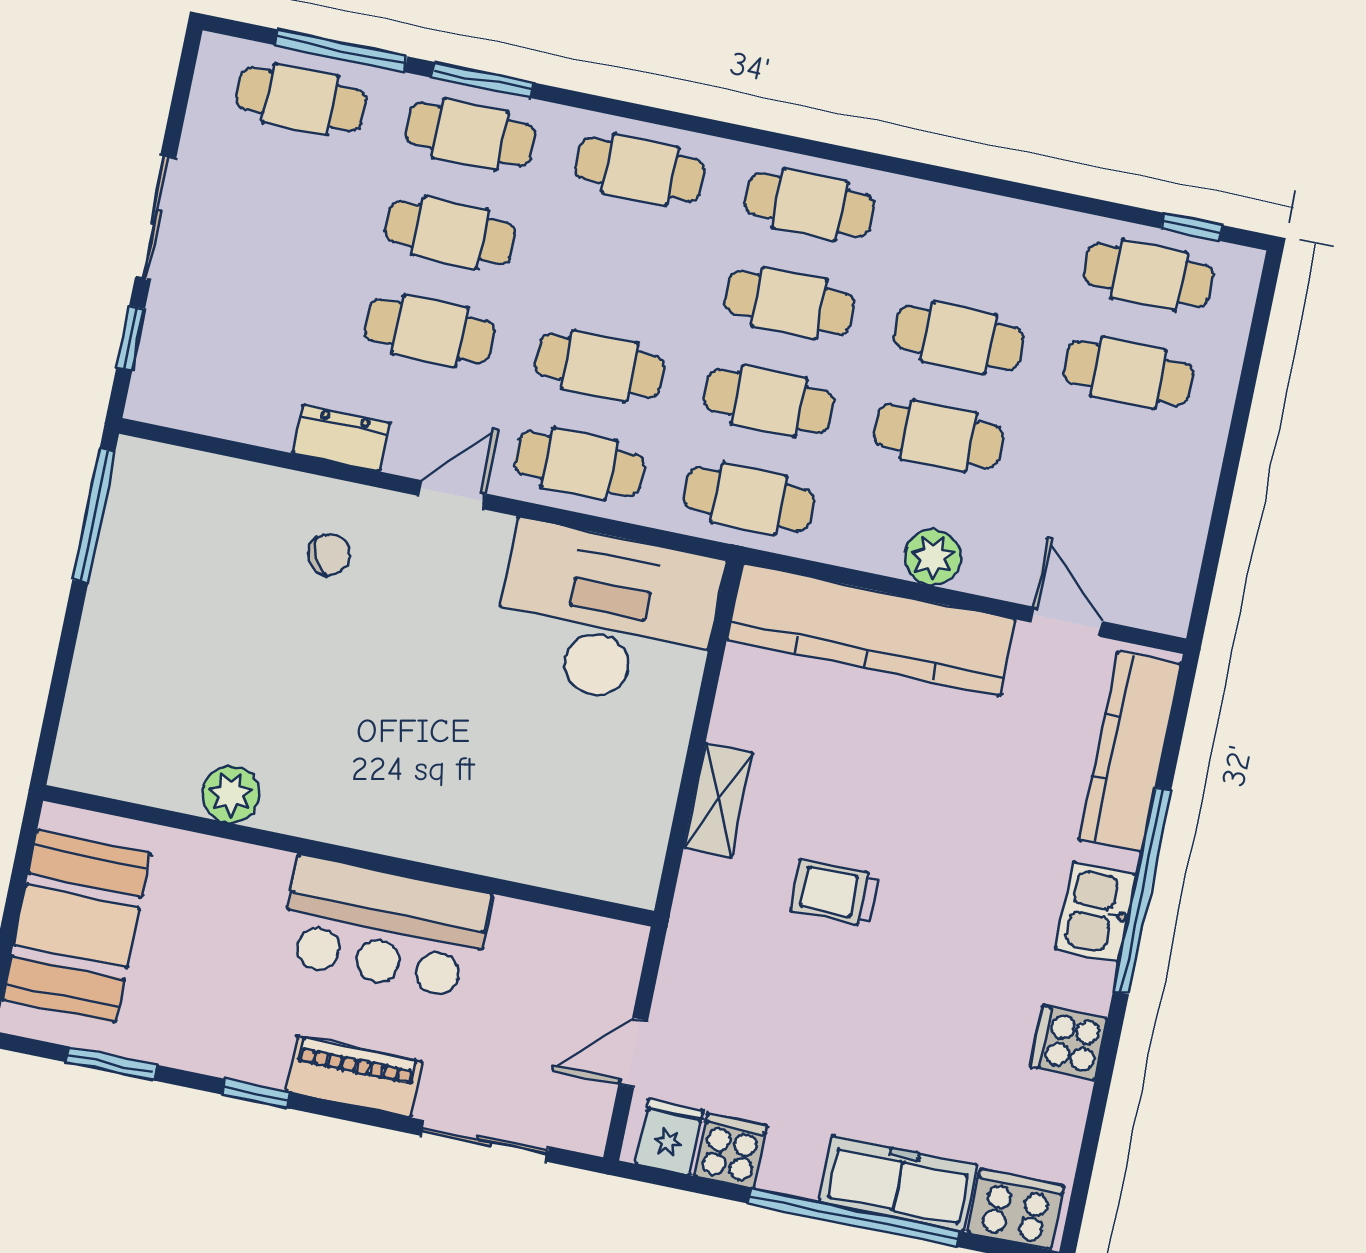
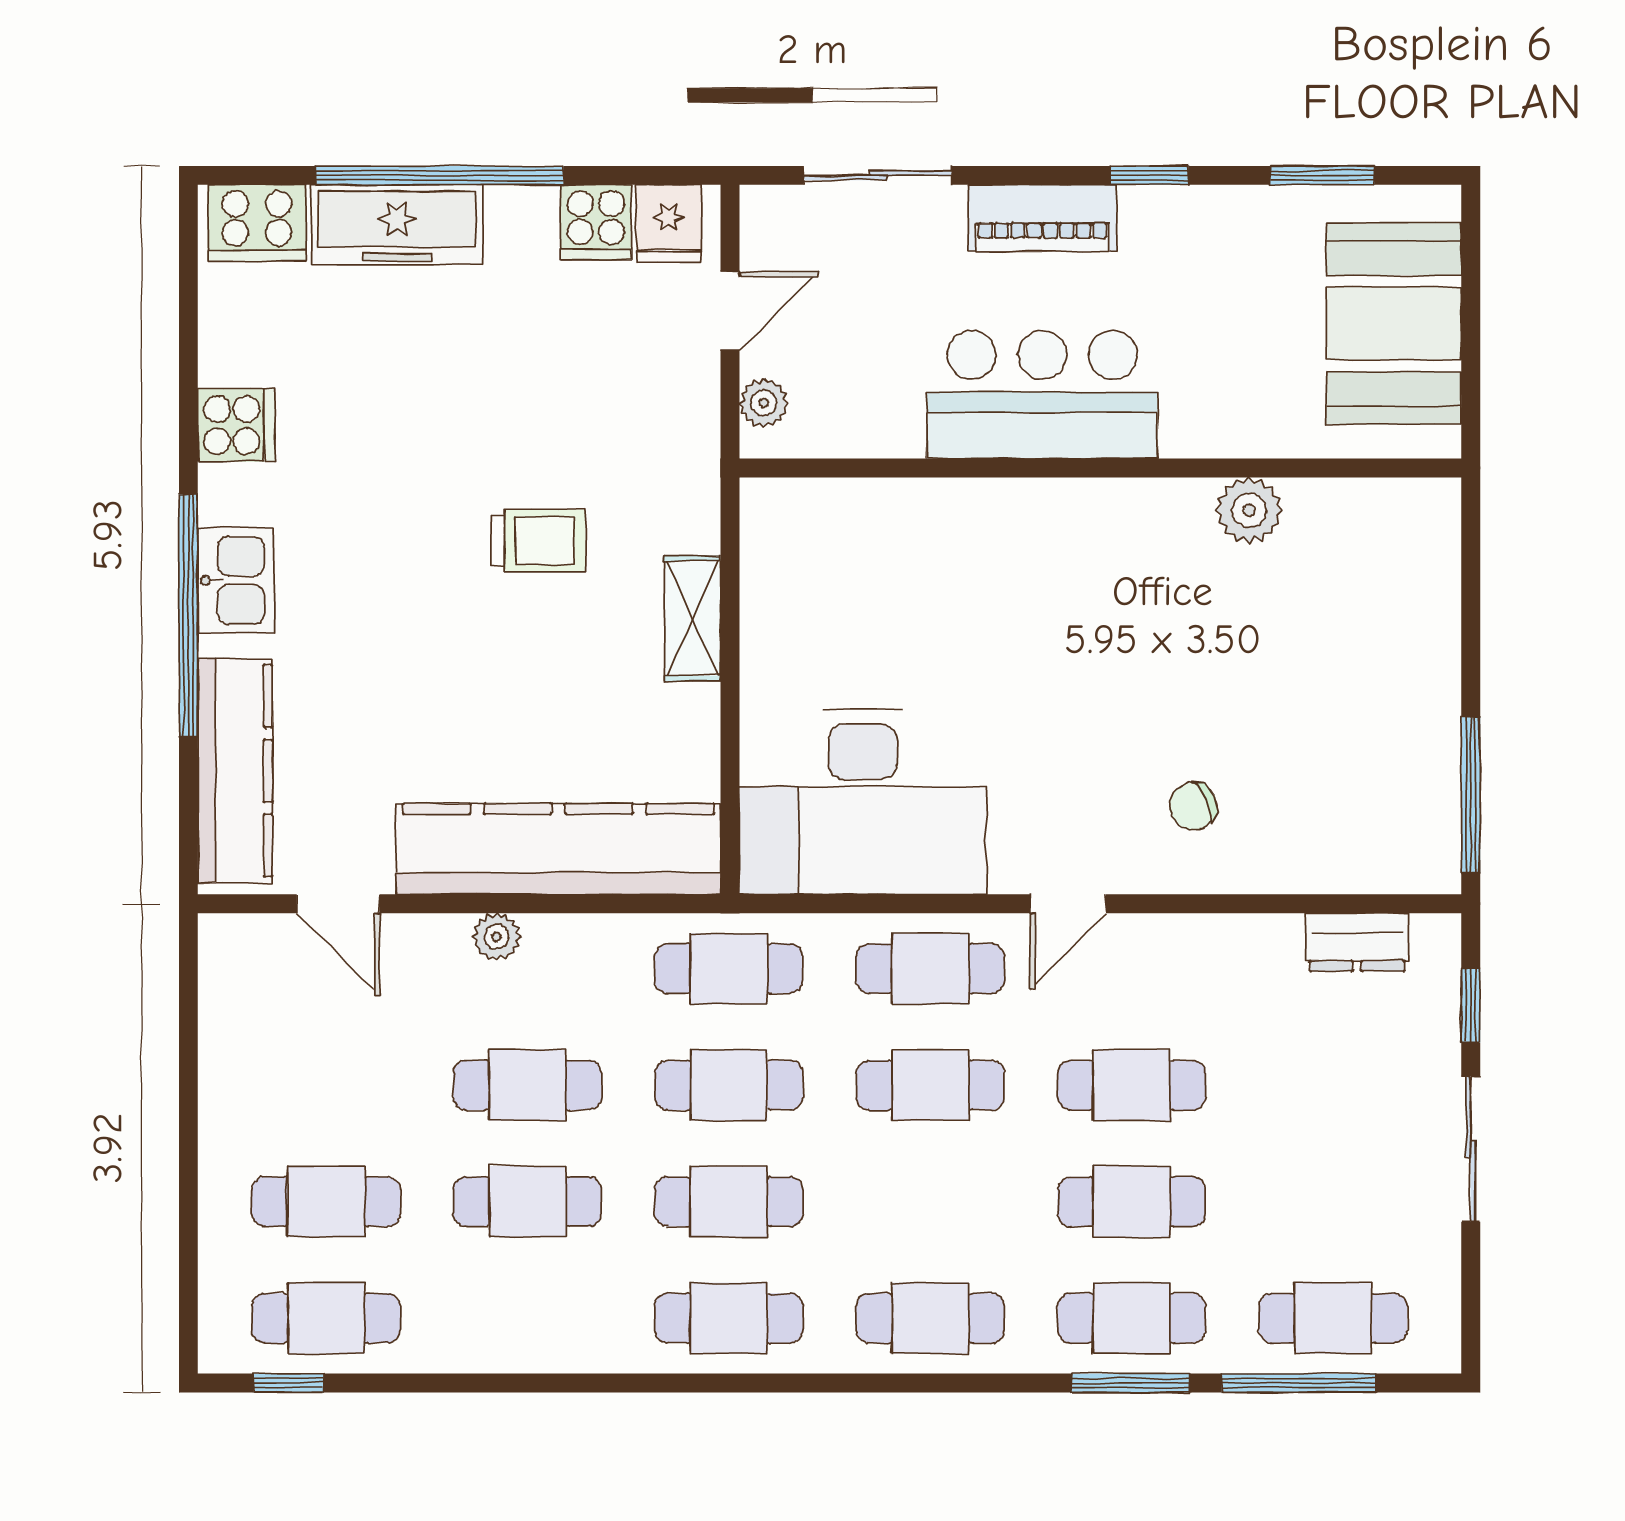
dresser: (341, 438) -> (1357, 942), moved
plant: (933, 557) -> (497, 937), width x0.73, depth x0.73
plant: (621, 969) -> (764, 403), added

